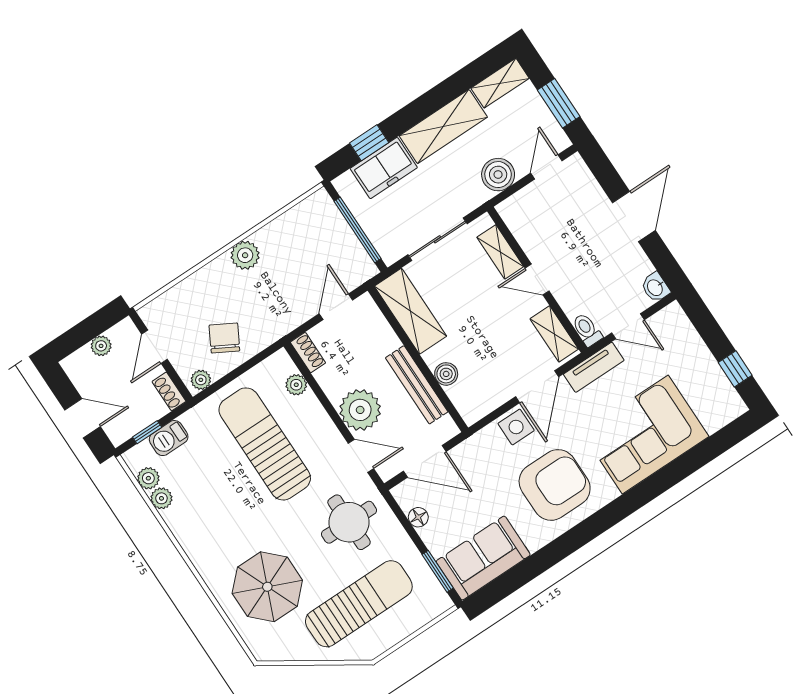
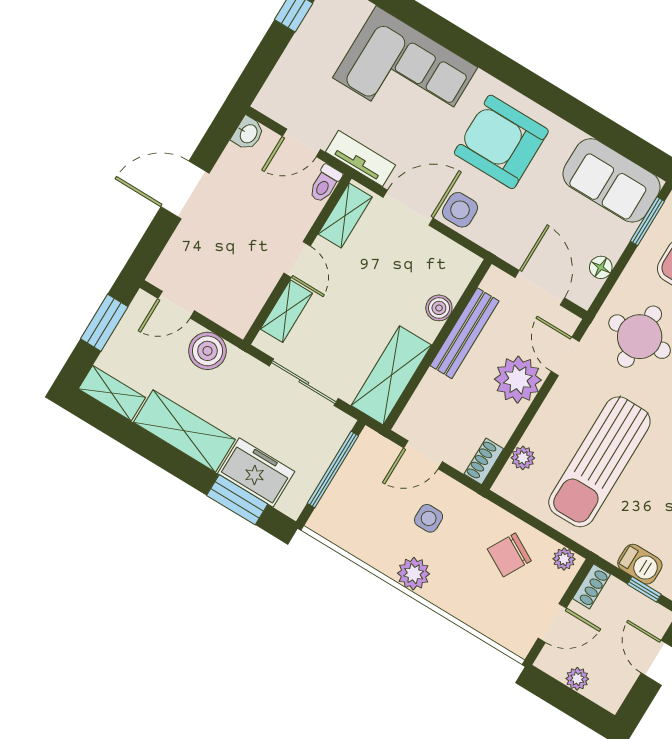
window: (369, 143) -> (237, 500), width x1.50
side table: (283, 288) -> (429, 518), added
door: (628, 326) -> (301, 143), swing flipped

